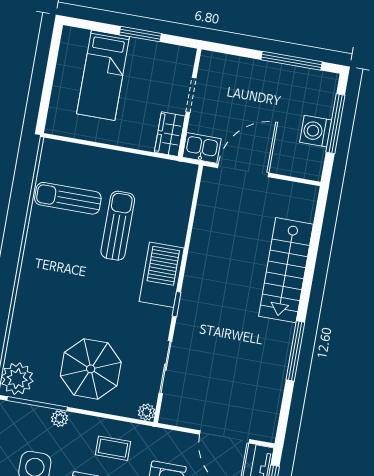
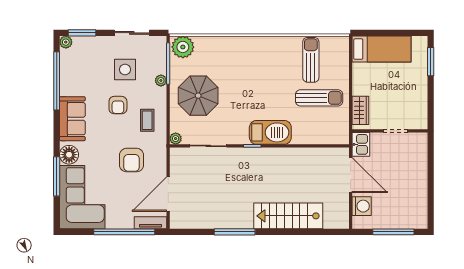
window: (140, 34) -> (431, 62), moved
window: (291, 61) -> (431, 195), removed
bed: (103, 75) -> (381, 49), moved, turned 180
washing machine: (316, 131) -> (362, 206), moved, turned 90
wardrobe: (170, 134) -> (360, 110), moved, turned 90
sun lounger: (118, 226) -> (319, 98), moved

